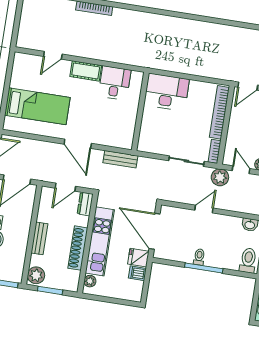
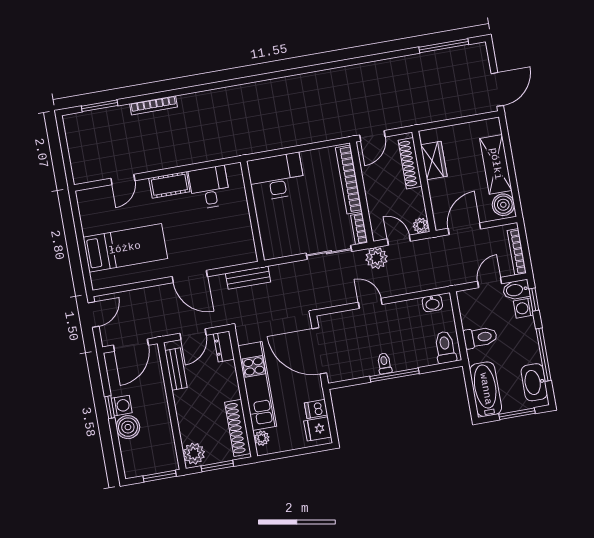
door: (204, 209) -> (370, 303), hinge flipped
bench: (39, 238) -> (176, 369), moved
shoe rack: (78, 248) -> (238, 428), moved
fridge: (138, 258) -> (318, 429), moved

